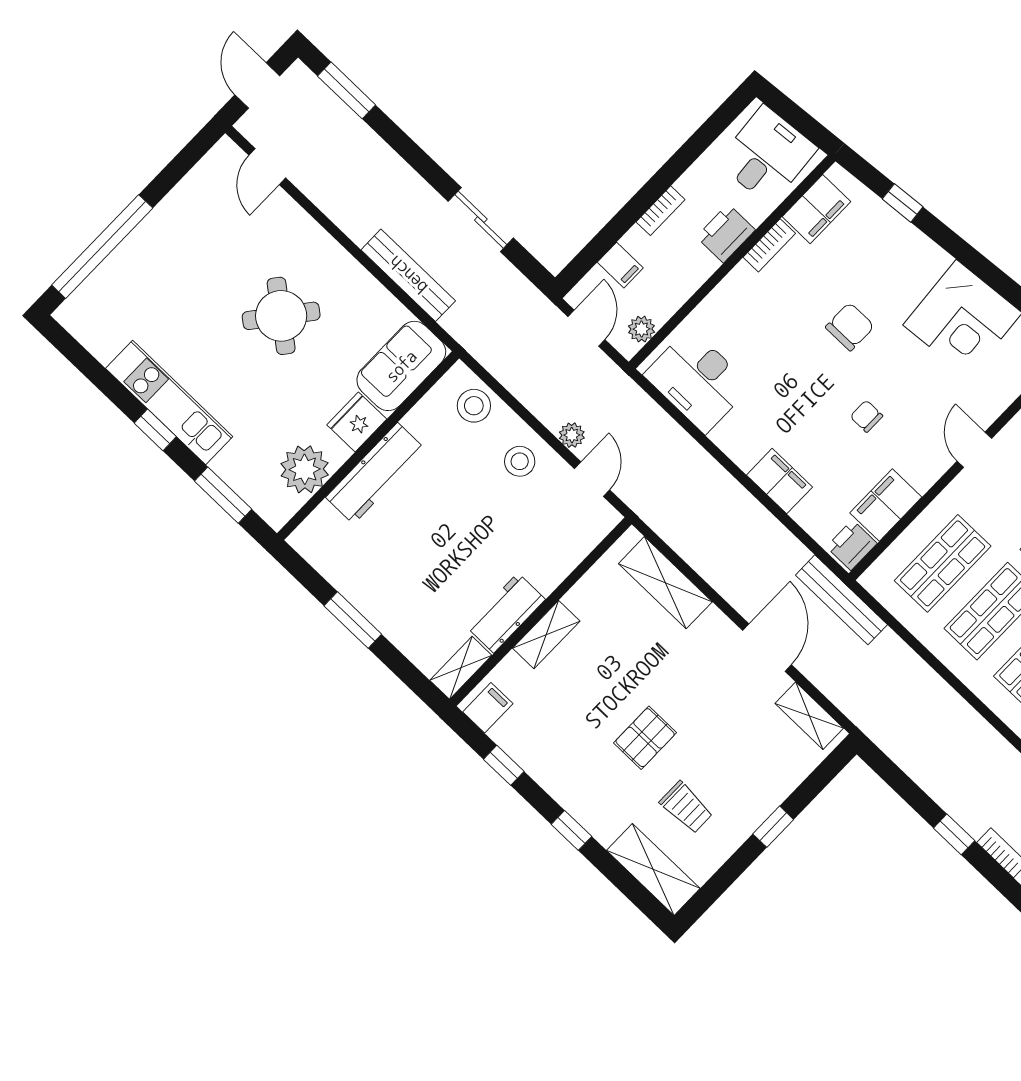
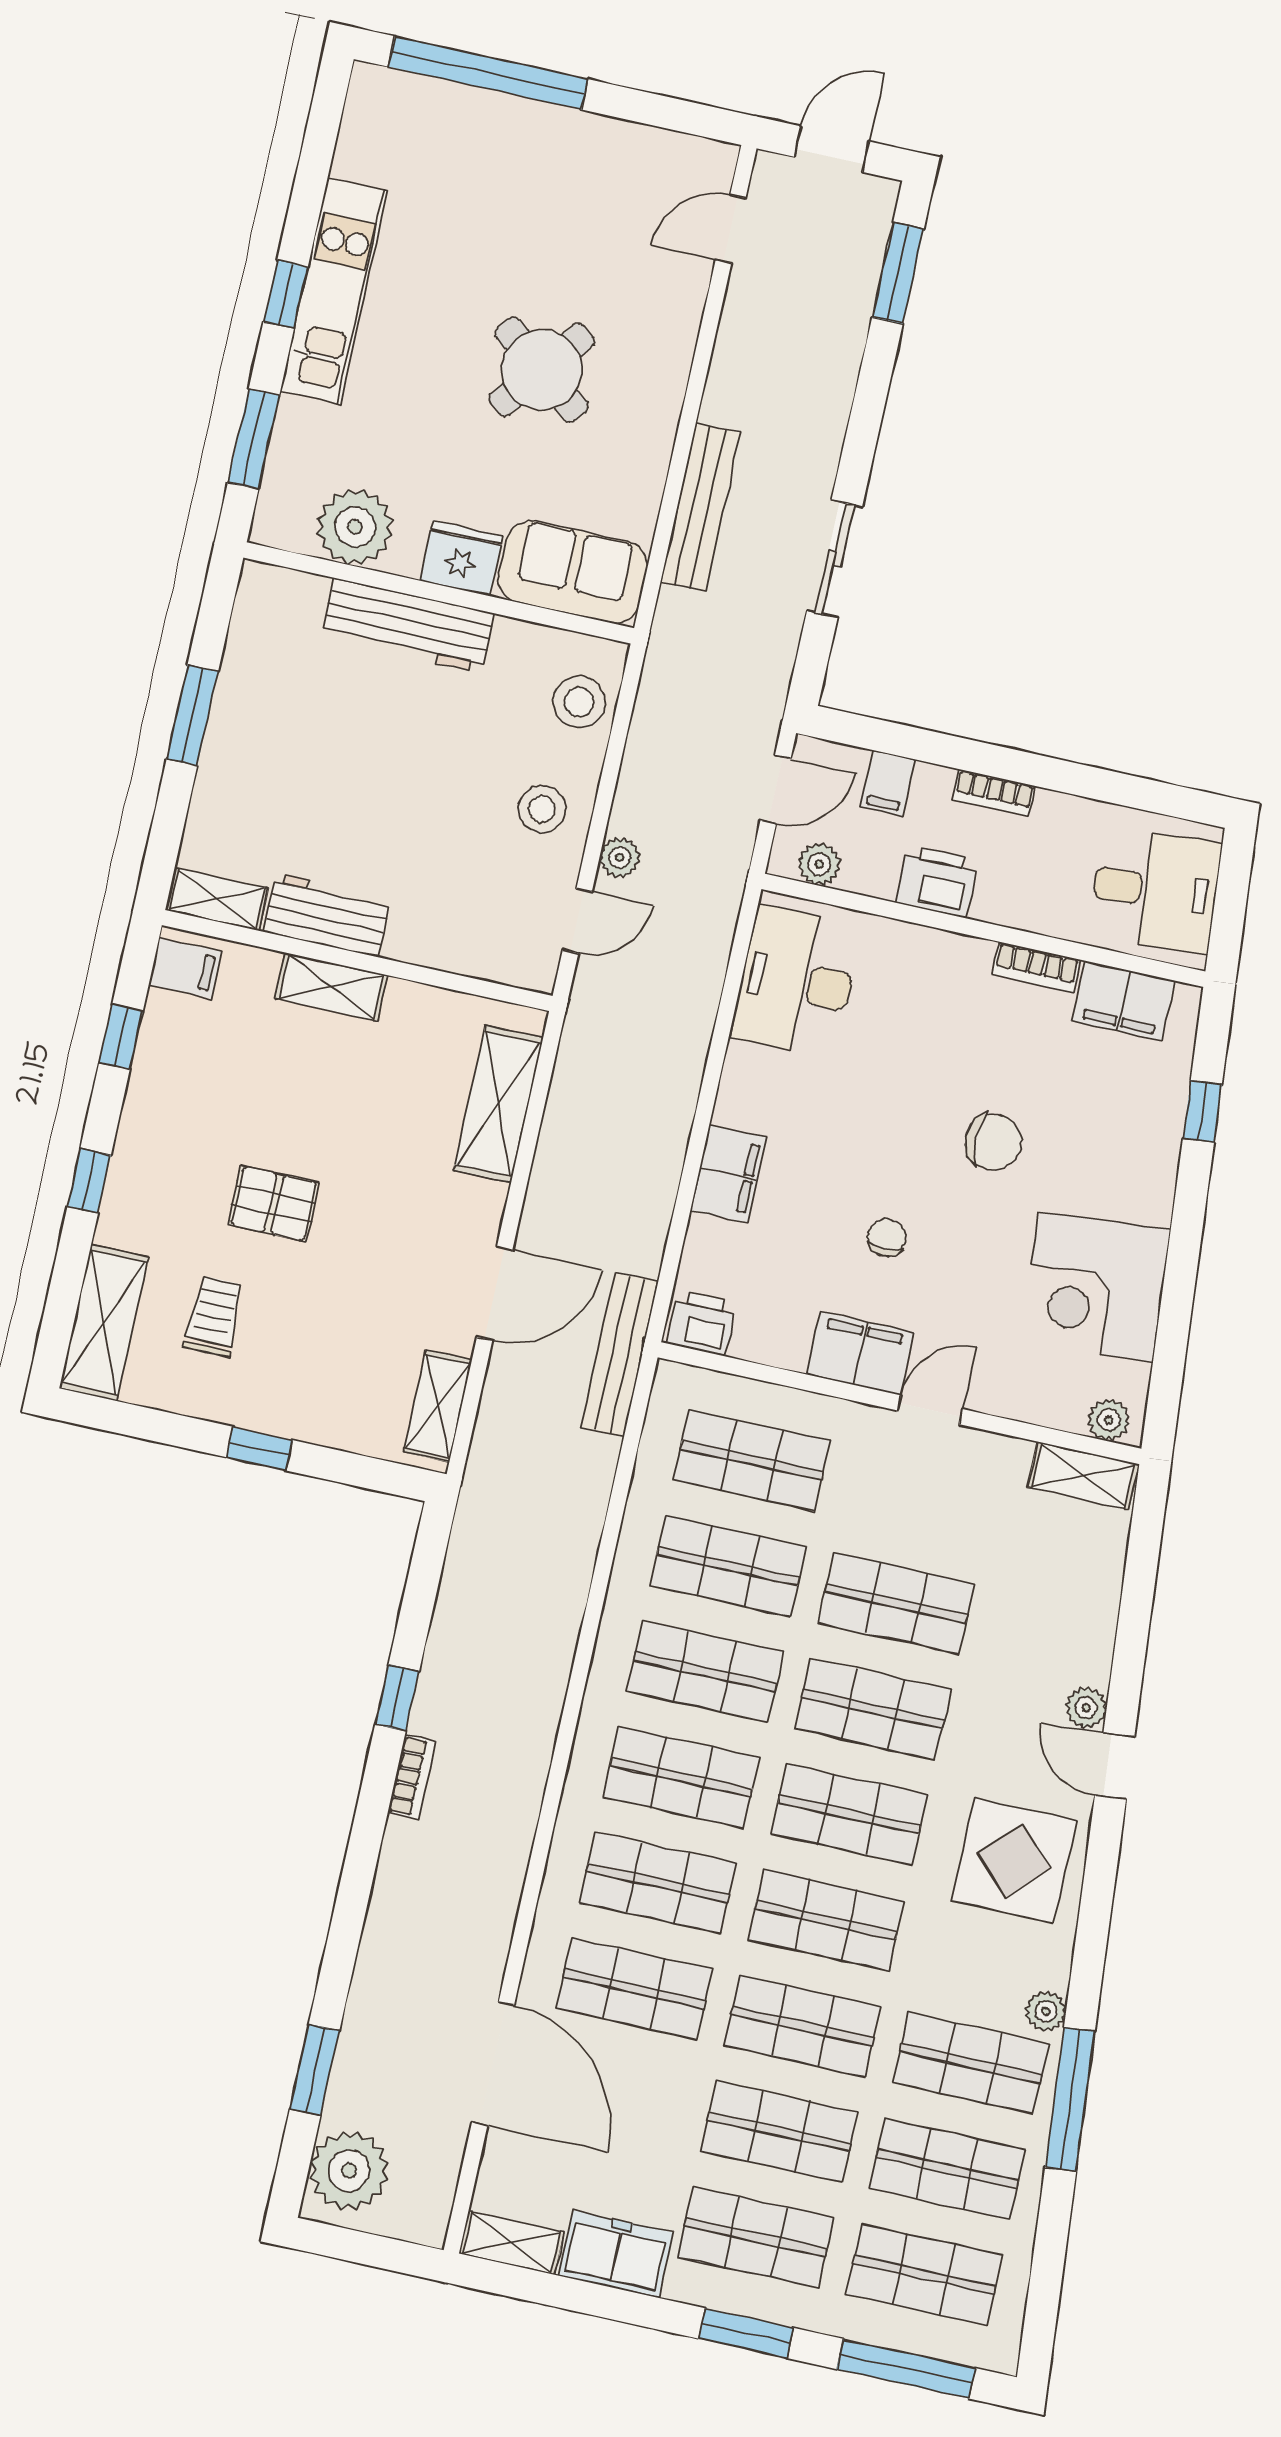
printer: (726, 233) -> (937, 881), moved
filing cabinet: (886, 505) -> (860, 1353), moved
trolley: (686, 807) -> (214, 1316), turned 180

